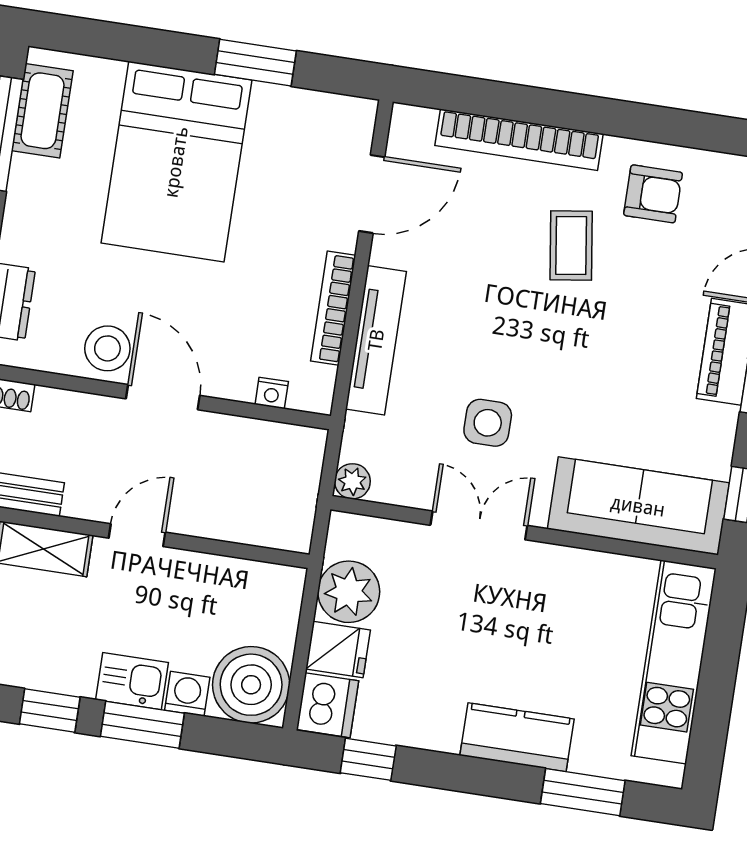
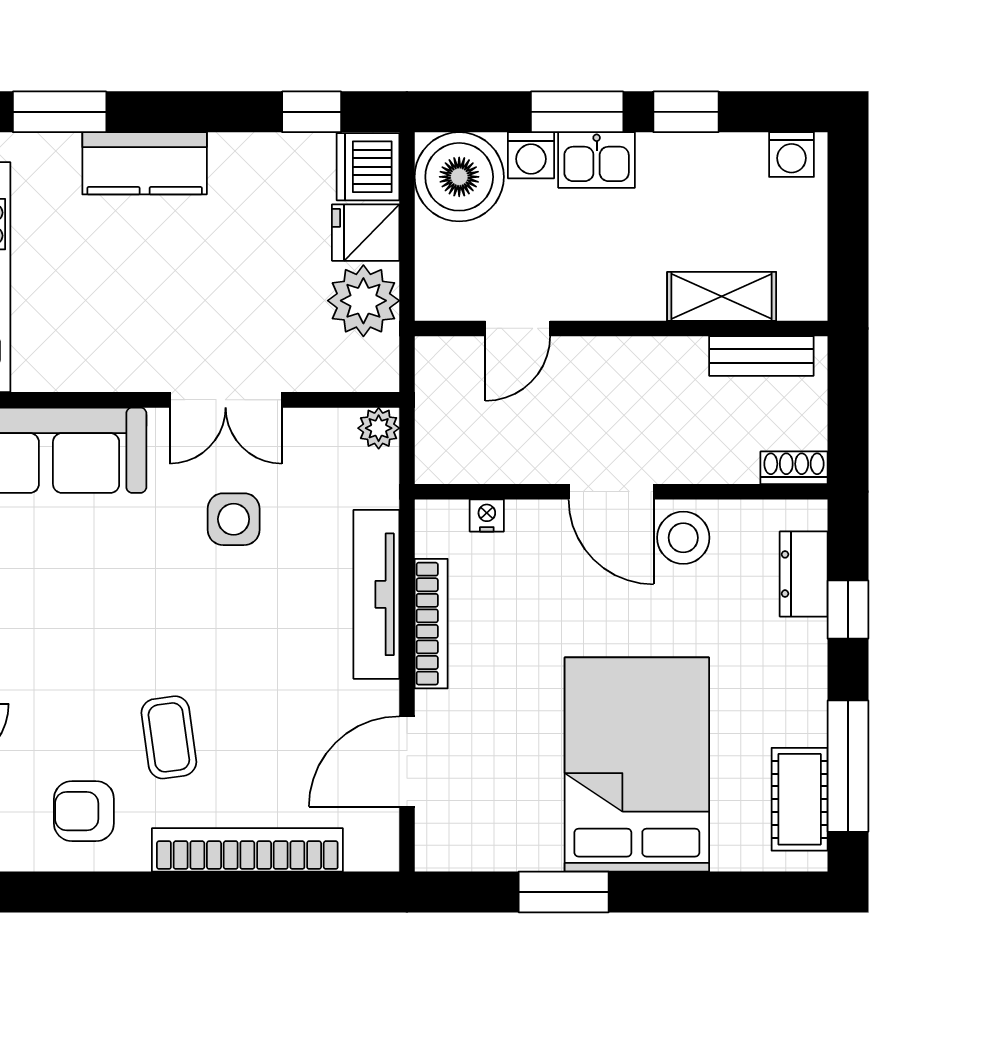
door: (137, 535) -> (518, 328), moved

